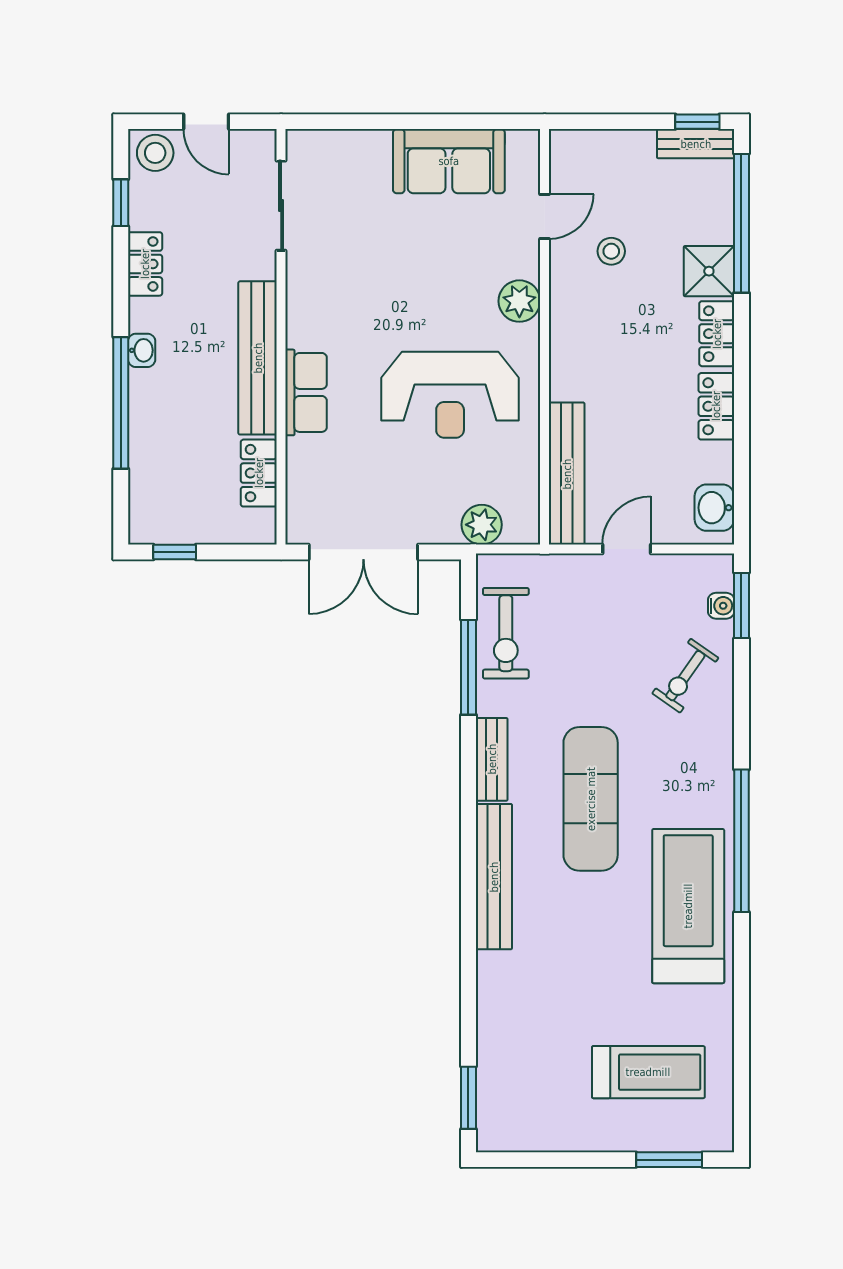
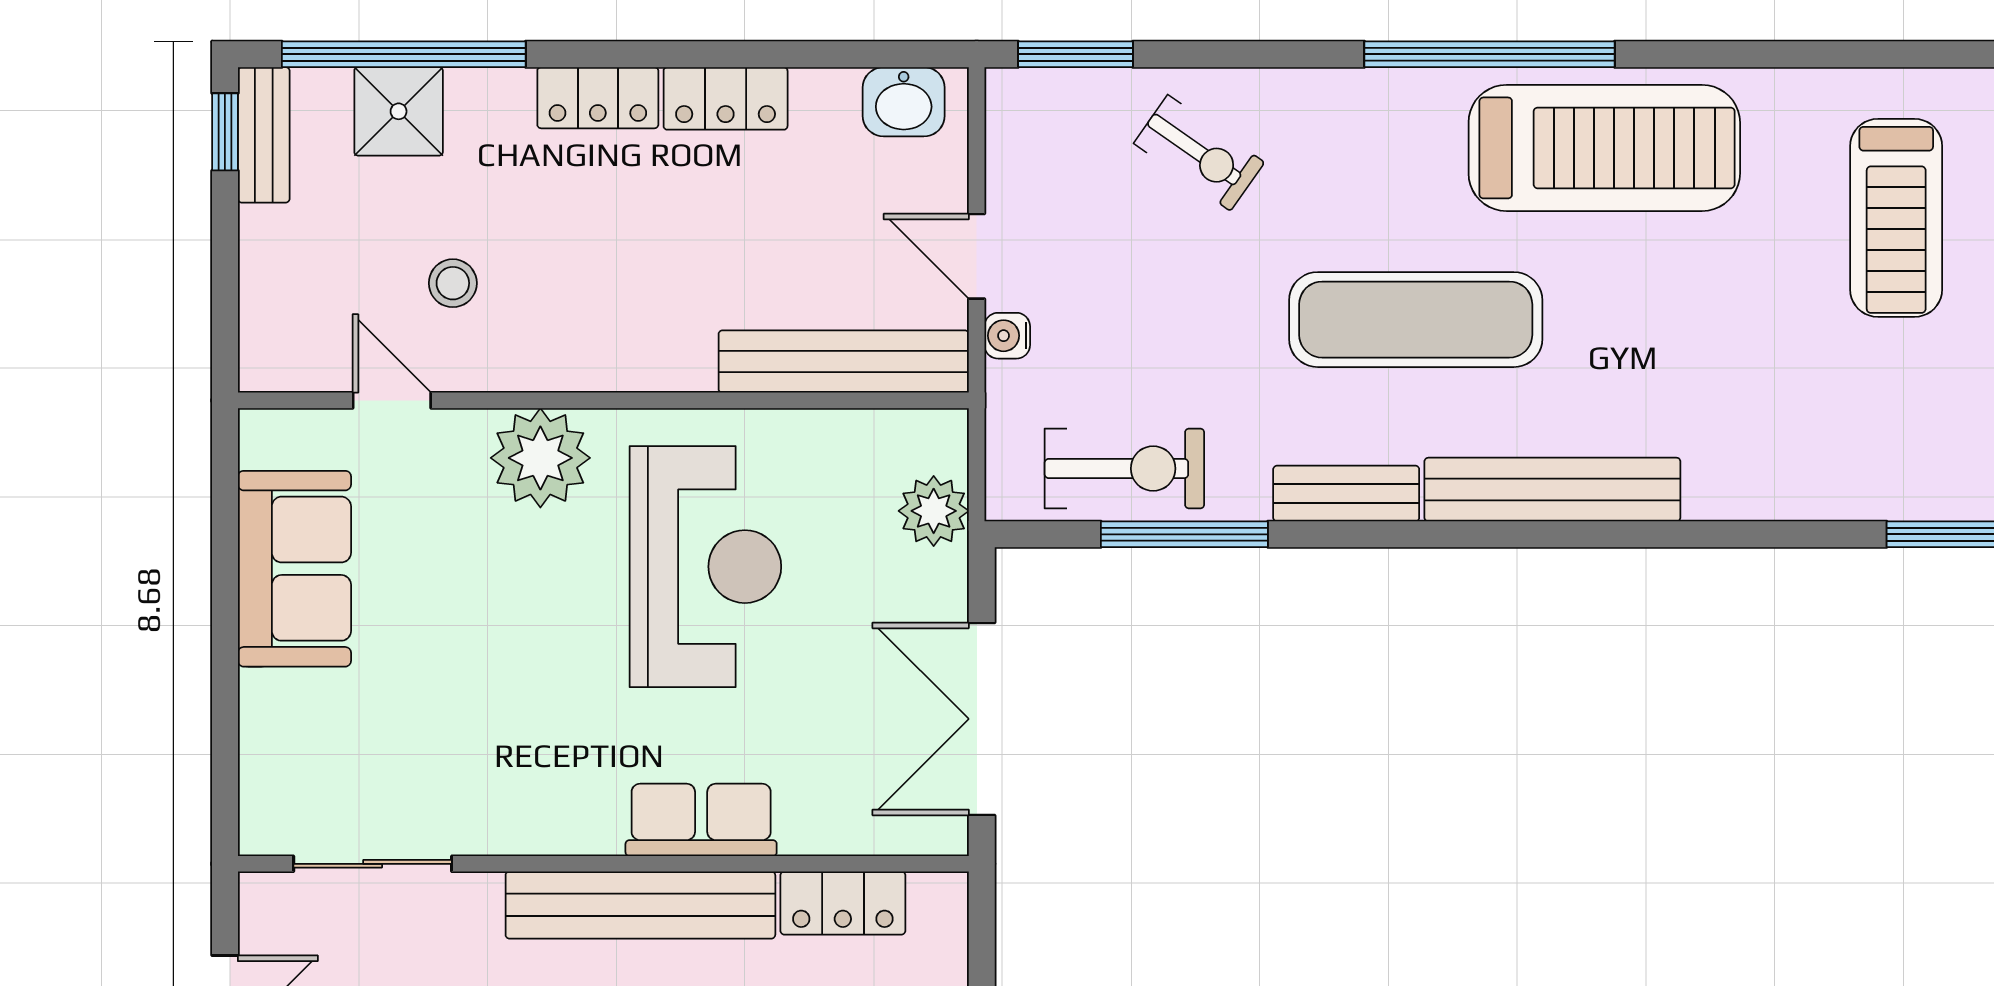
shower: (709, 271) -> (399, 111), moved
plant: (519, 301) -> (540, 458), width x1.36, depth x1.36
double door: (363, 552) -> (982, 719), swing flipped
water cooler: (721, 606) -> (1007, 336), moved, turned -90
treadmill: (688, 906) -> (1604, 148), turned 180
treadmill: (648, 1072) -> (1896, 218), turned 180

